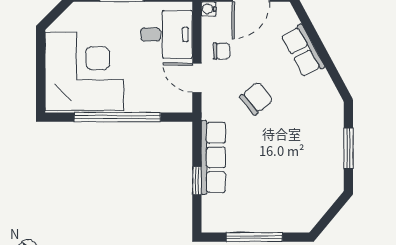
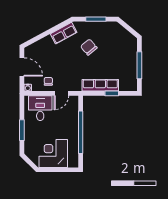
row of seats: (303, 51) -> (64, 33), moved
corner desk: (84, 72) -> (53, 153), width x0.74, depth x0.74
chair: (256, 98) -> (89, 47), moved

